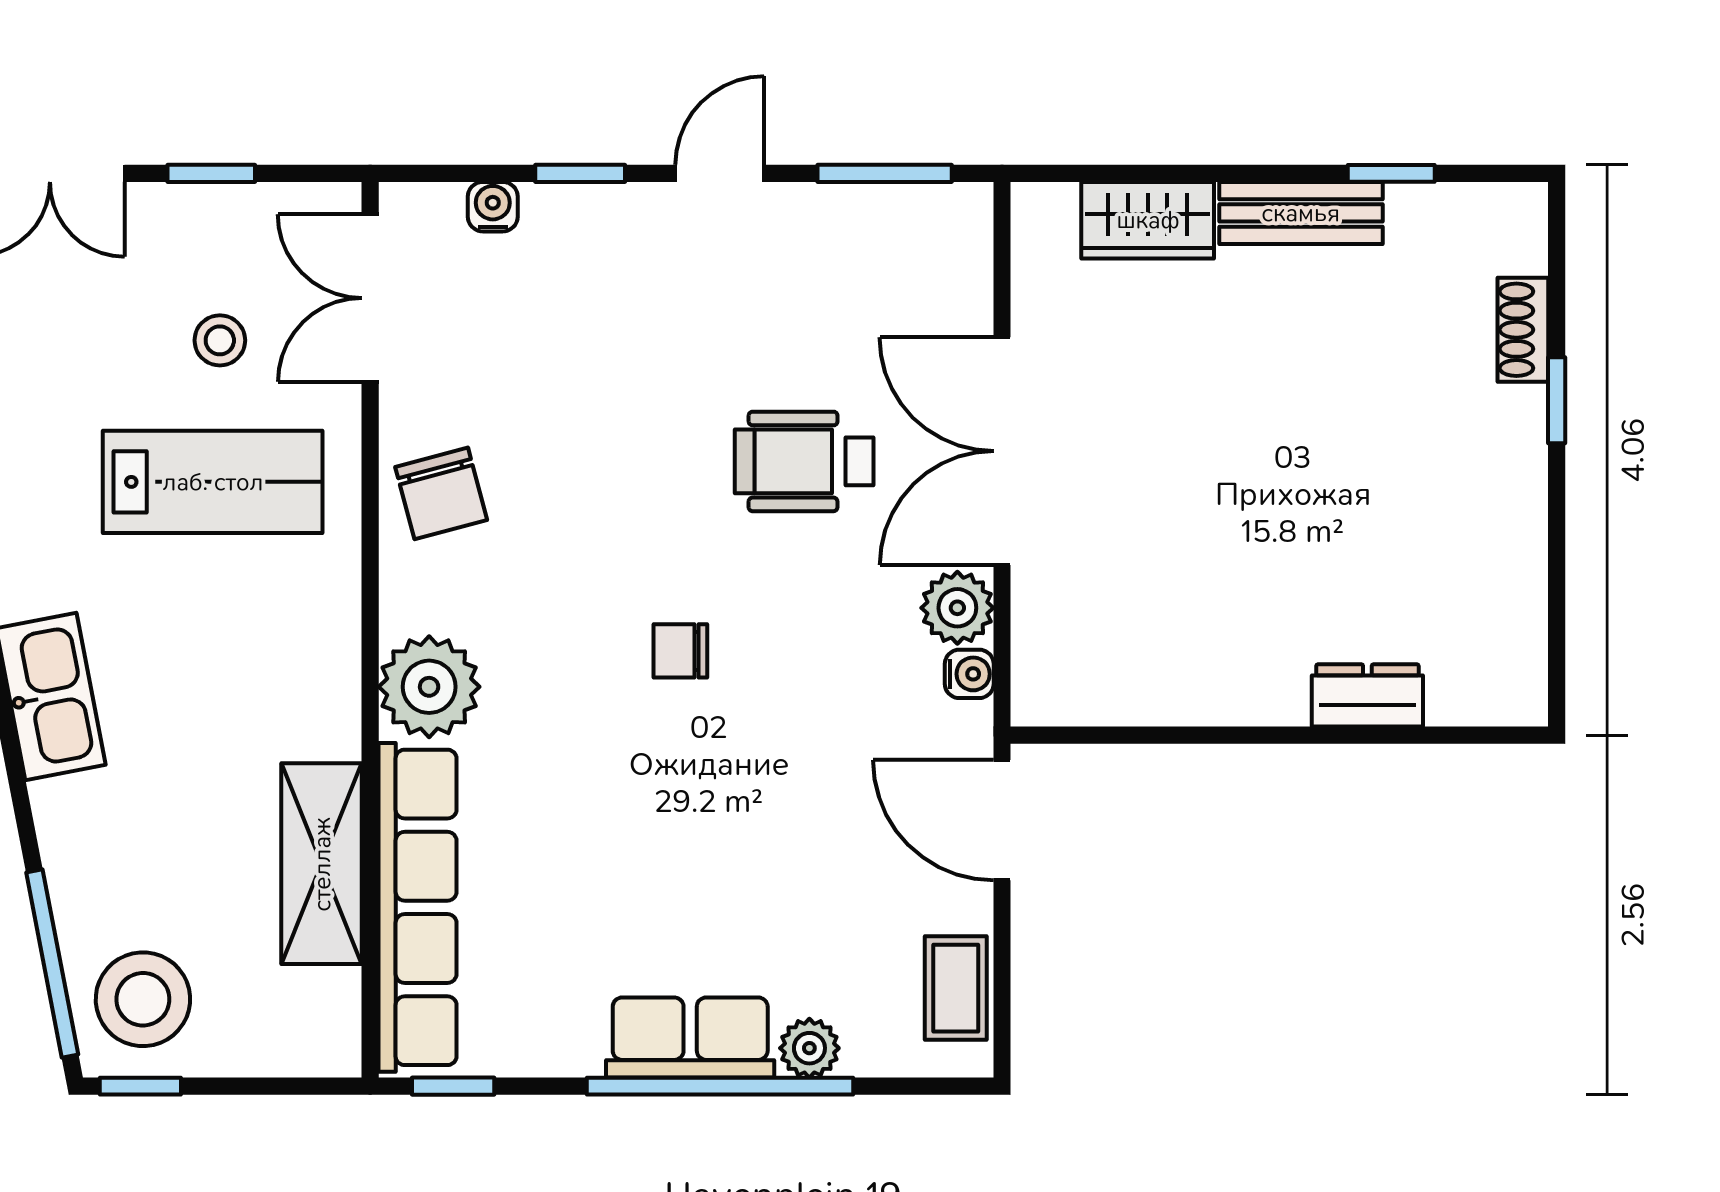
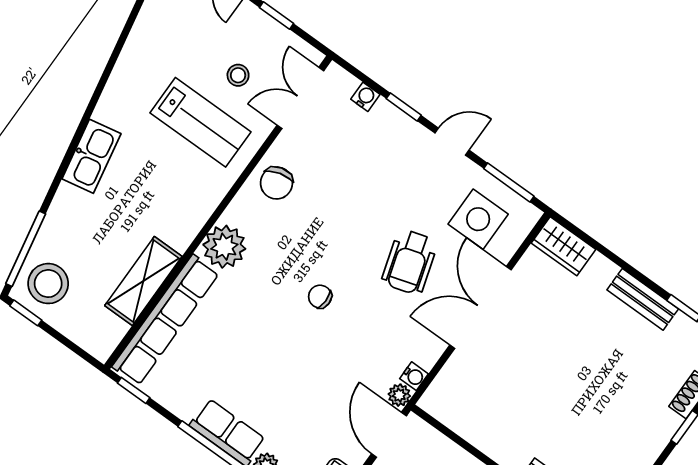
wardrobe: (1148, 220) -> (563, 246), moved
side table: (876, 286) -> (478, 219), added
wheelchair: (804, 461) -> (410, 262), turned -107
plant: (957, 608) -> (399, 395), moved, width x0.73, depth x0.73

